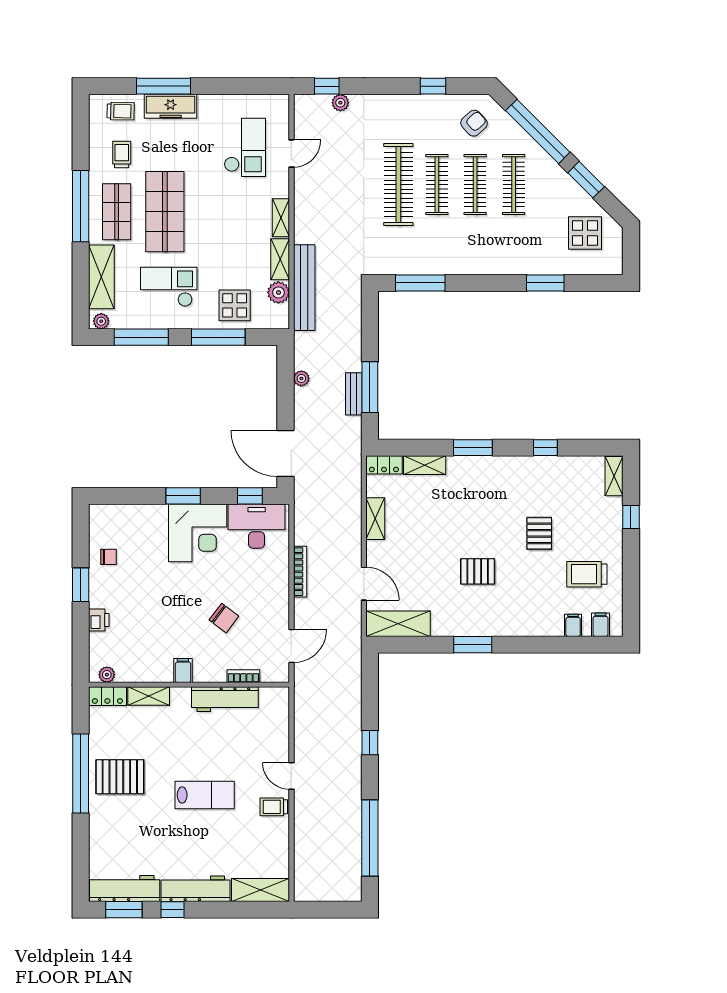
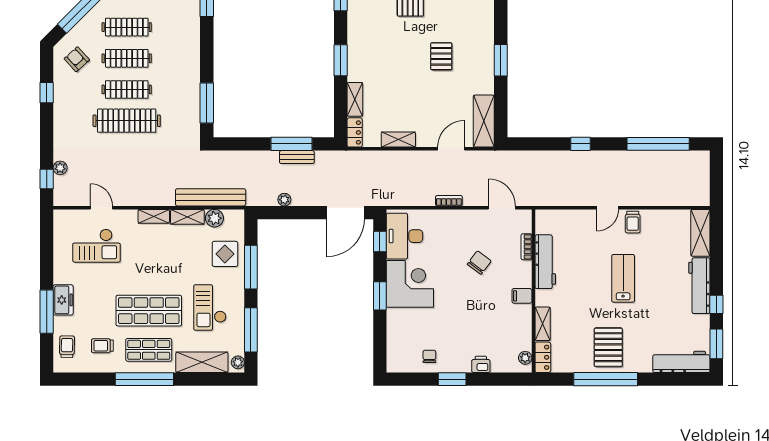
freezer: (171, 106) -> (63, 300), width x0.71
checkout: (245, 147) -> (97, 246), turned 180
bookcase: (300, 572) -> (449, 201), width x0.64
workbench: (125, 889) -> (681, 362), moved, turned 90

